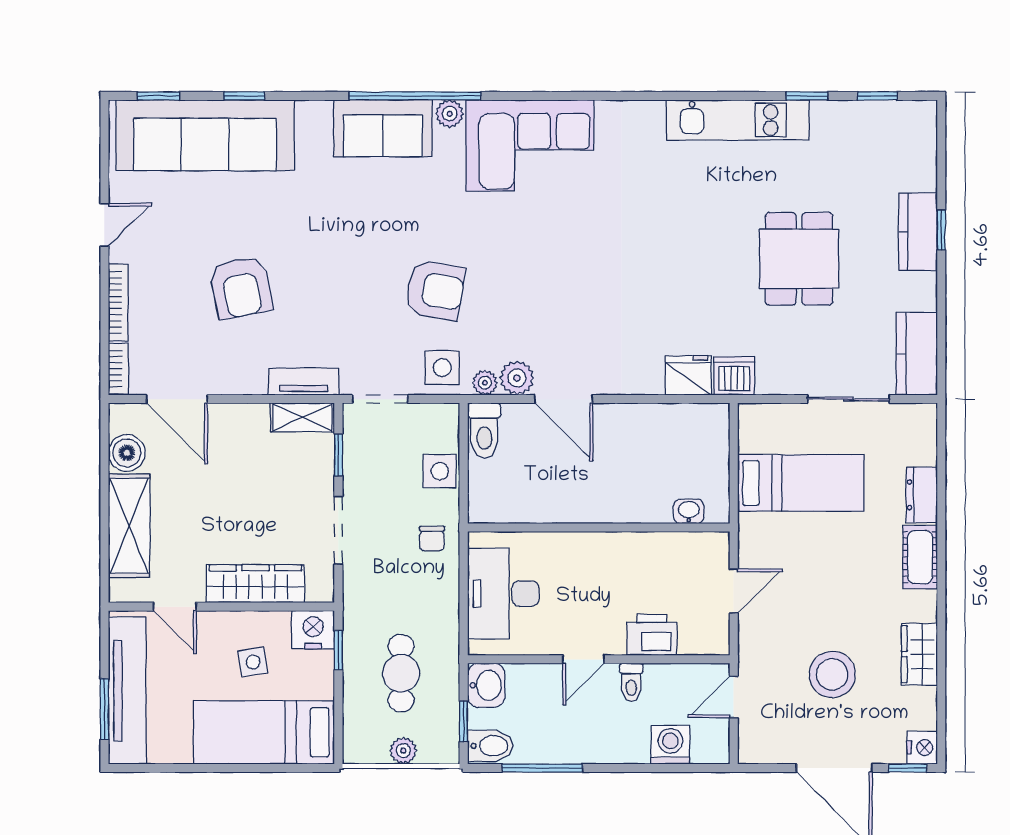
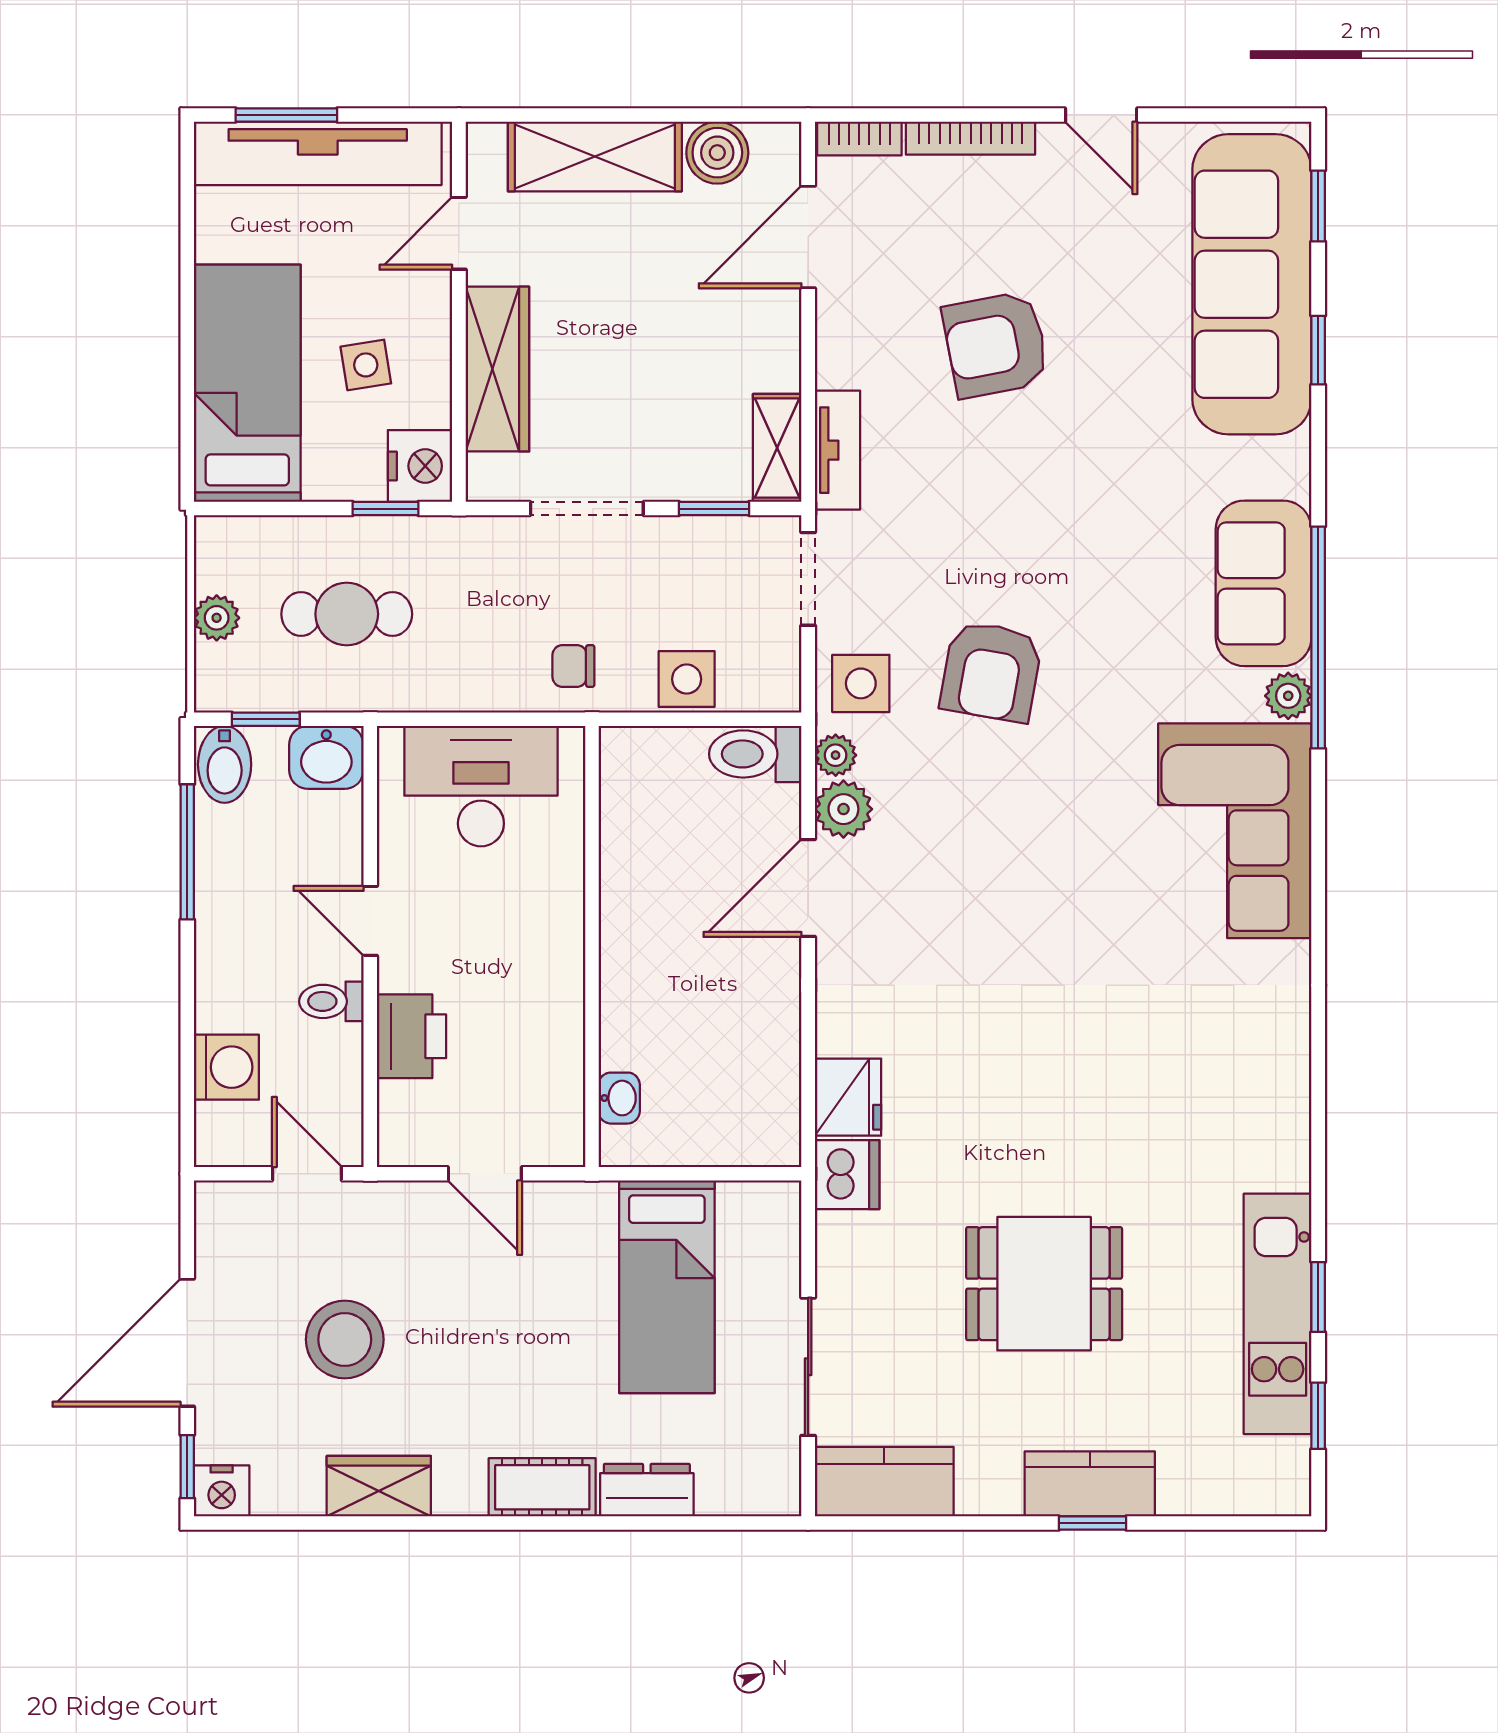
kitchen unit: (738, 120) -> (1278, 1314), moved

